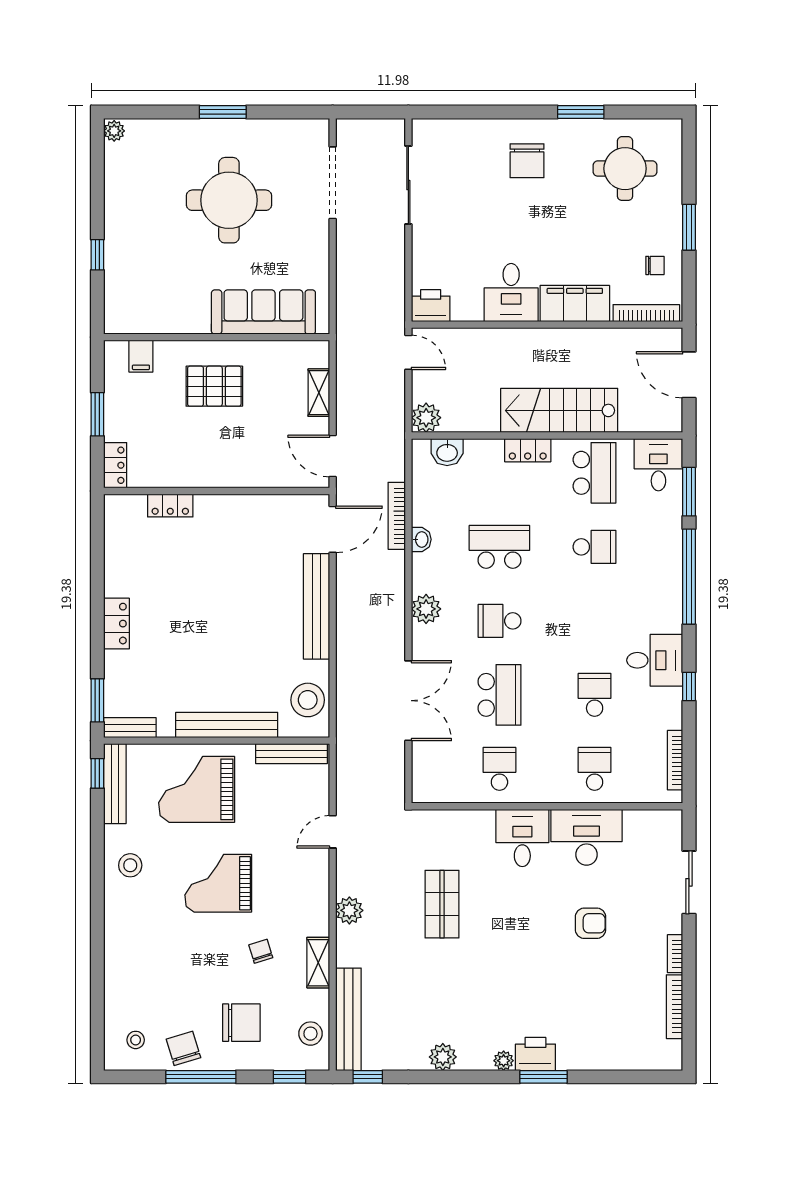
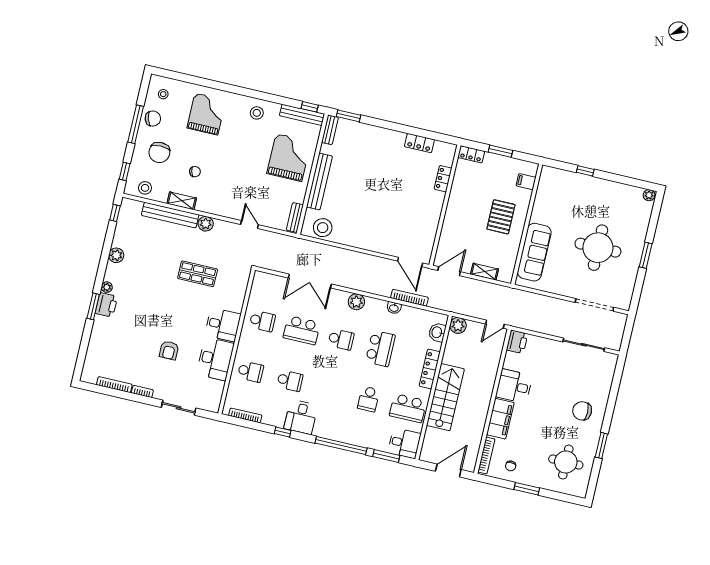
locker: (528, 450) -> (430, 369), width x1.53
bench: (317, 606) -> (371, 244), removed
school desk: (499, 621) -> (341, 339), turned 90
locker: (116, 624) -> (419, 143), moved
bench: (292, 754) -> (295, 217), width x0.73
grand piano: (218, 883) -> (206, 114), moved
bench: (348, 1019) -> (170, 215), moved

